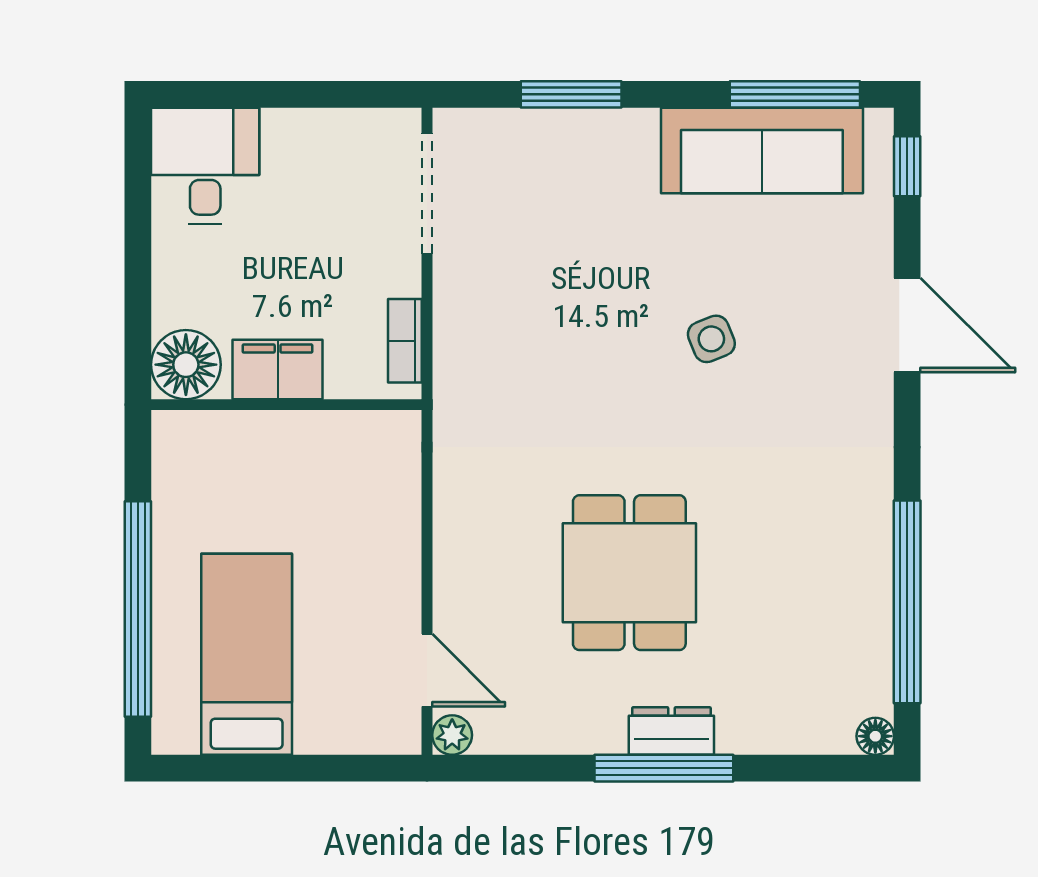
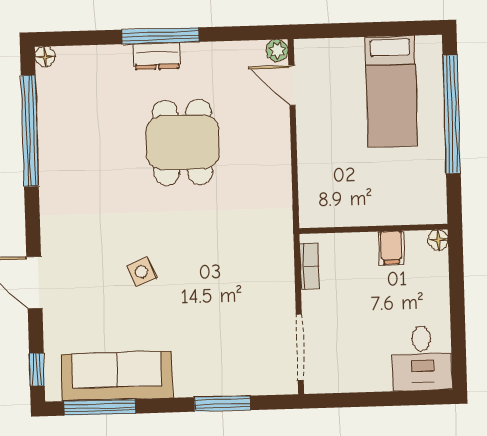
floor lamp: (186, 365) -> (438, 240), width x0.53, depth x0.53
filing cabinet: (278, 369) -> (391, 248), width x0.50

